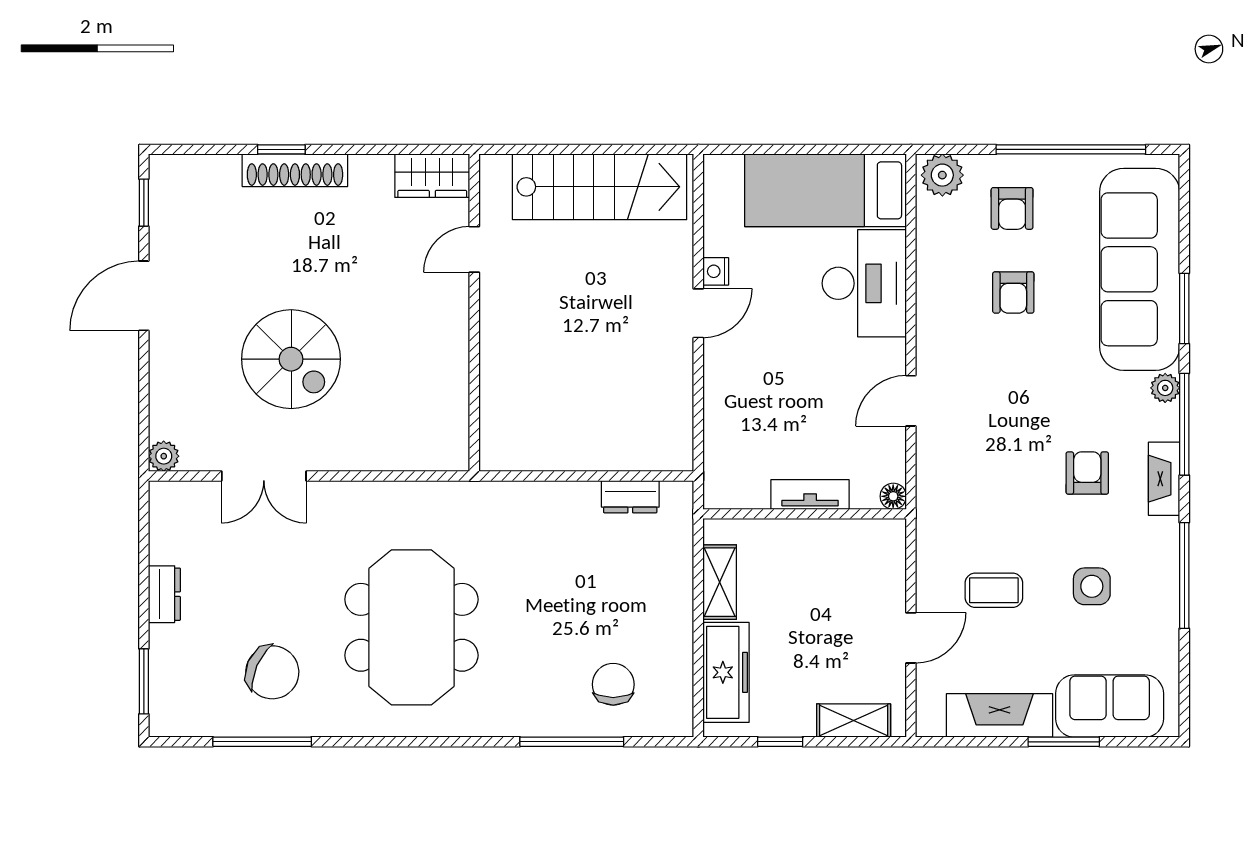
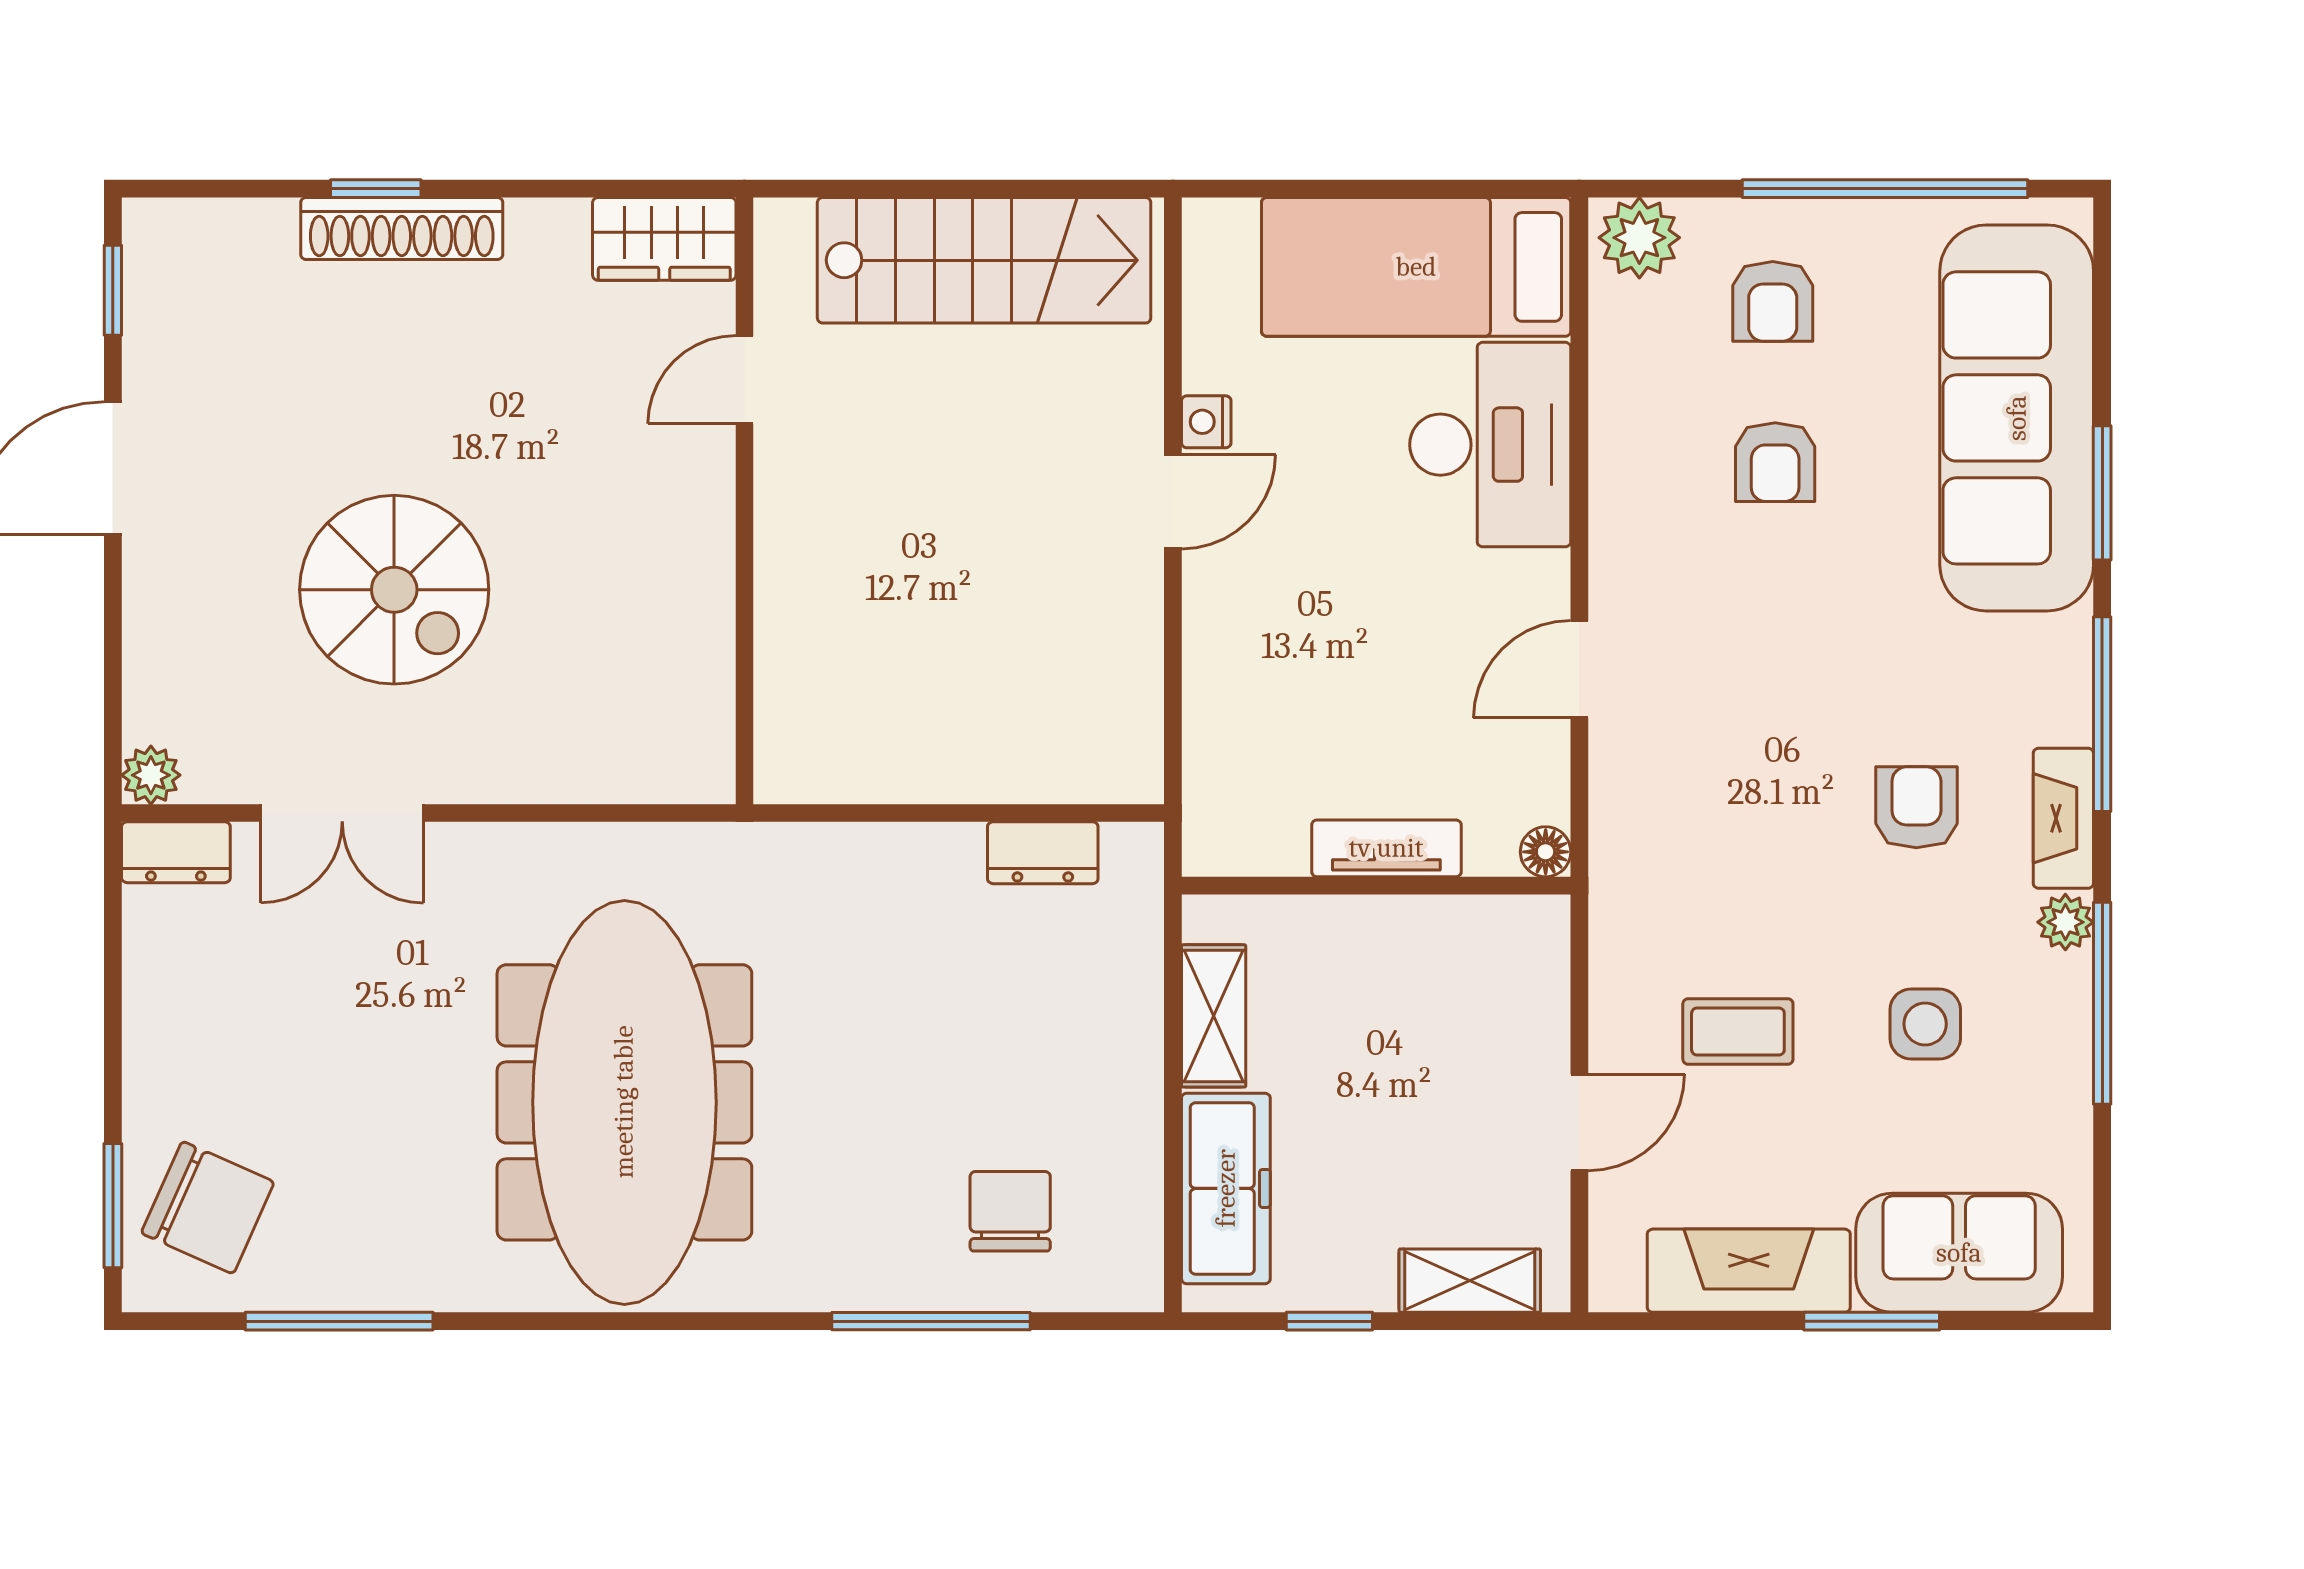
plant: (1165, 388) -> (2065, 922), moved
dresser: (164, 594) -> (176, 852), moved, turned 90
meeting table: (411, 627) -> (624, 1102), width x1.36
chair: (272, 672) -> (208, 1208), moved

